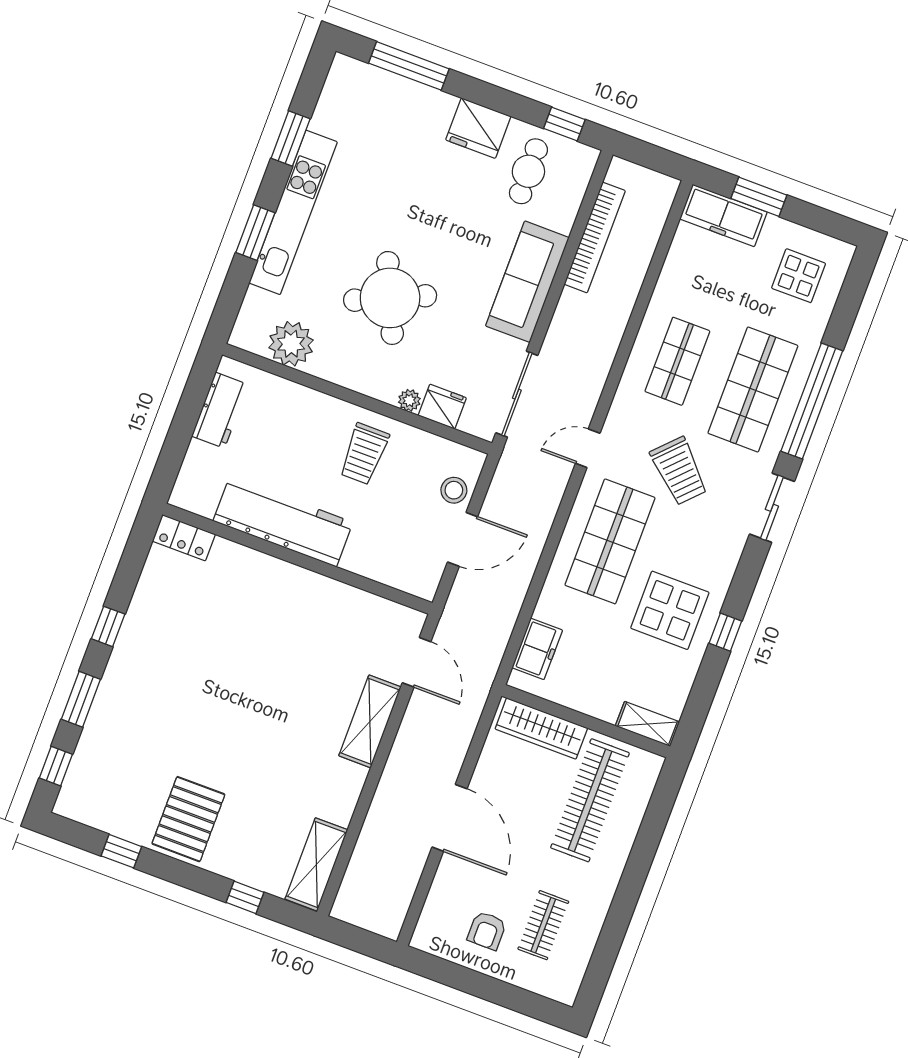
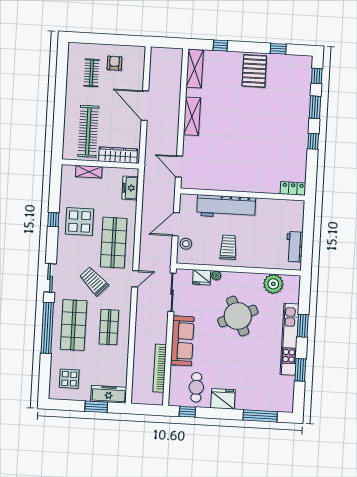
workbench: (283, 522) -> (226, 207), moved
shelving: (370, 721) -> (192, 116), moved
shelving: (647, 724) -> (89, 172), moved

